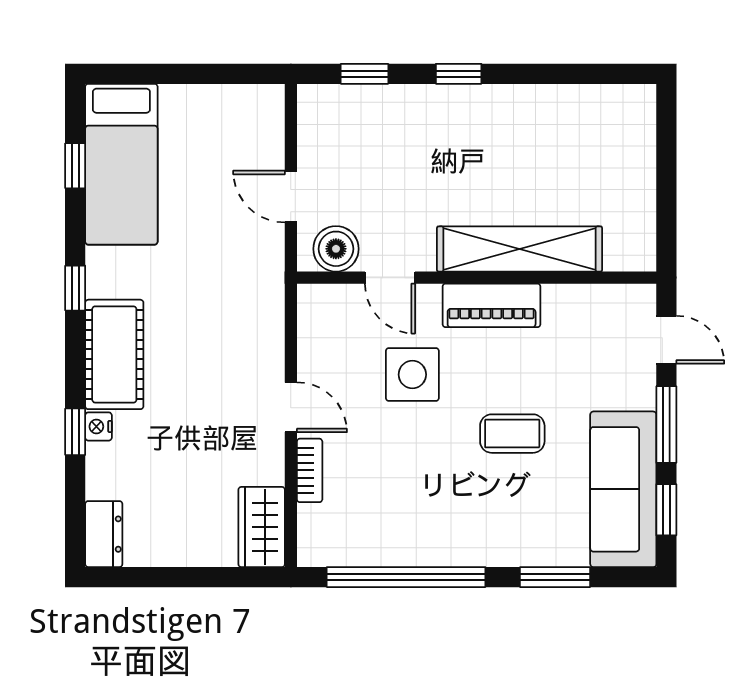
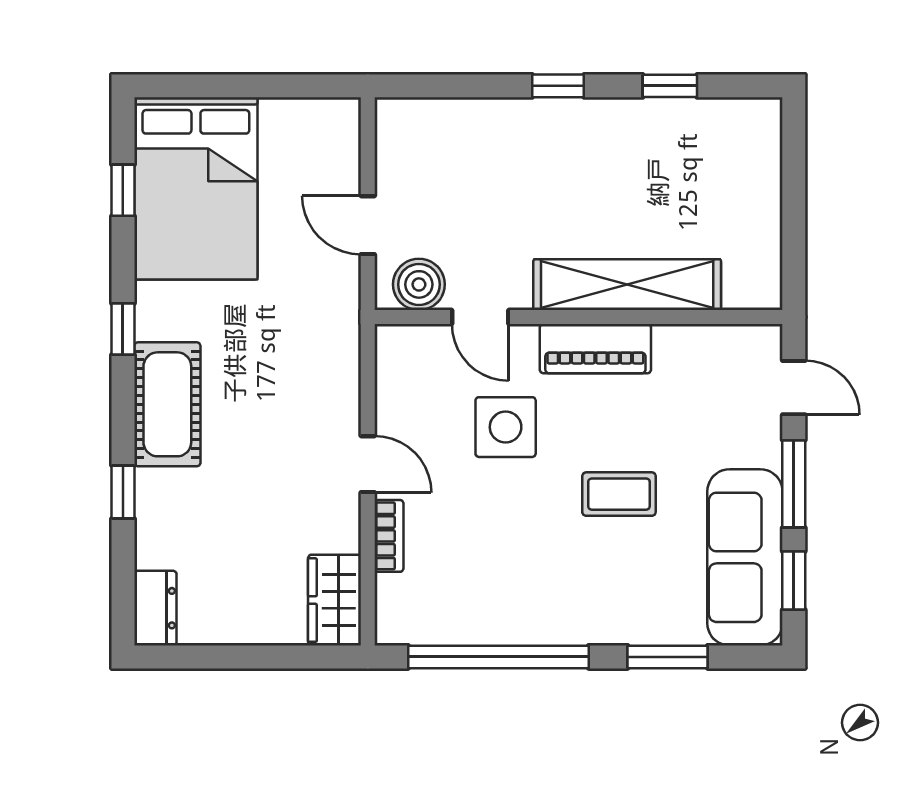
window: (365, 74) -> (670, 86), moved
bed: (121, 164) -> (196, 188), width x1.50
nightstand: (99, 426) -> (149, 486), removed

